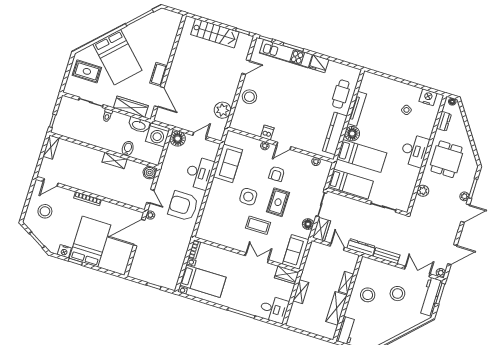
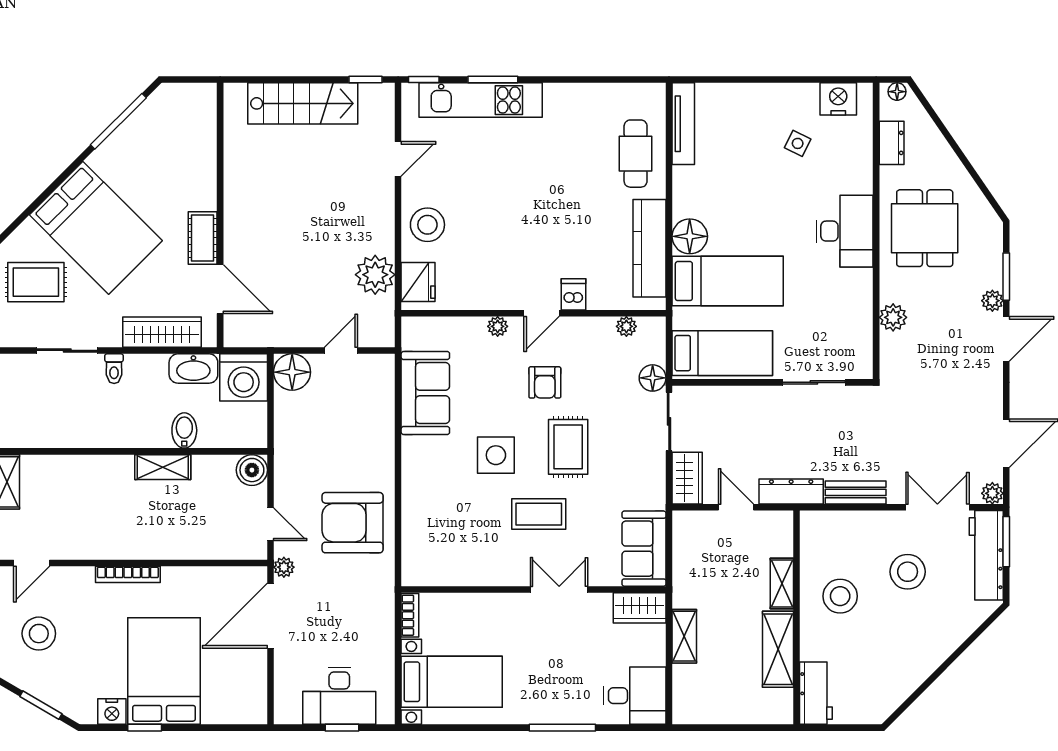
fridge: (319, 64) -> (418, 282), moved, turned -90
tv unit: (357, 109) -> (683, 124), moved
dishwasher: (267, 133) -> (573, 294), moved
desk: (199, 173) -> (339, 696), moved, turned 90
floor lamp: (308, 224) -> (653, 378), moved

